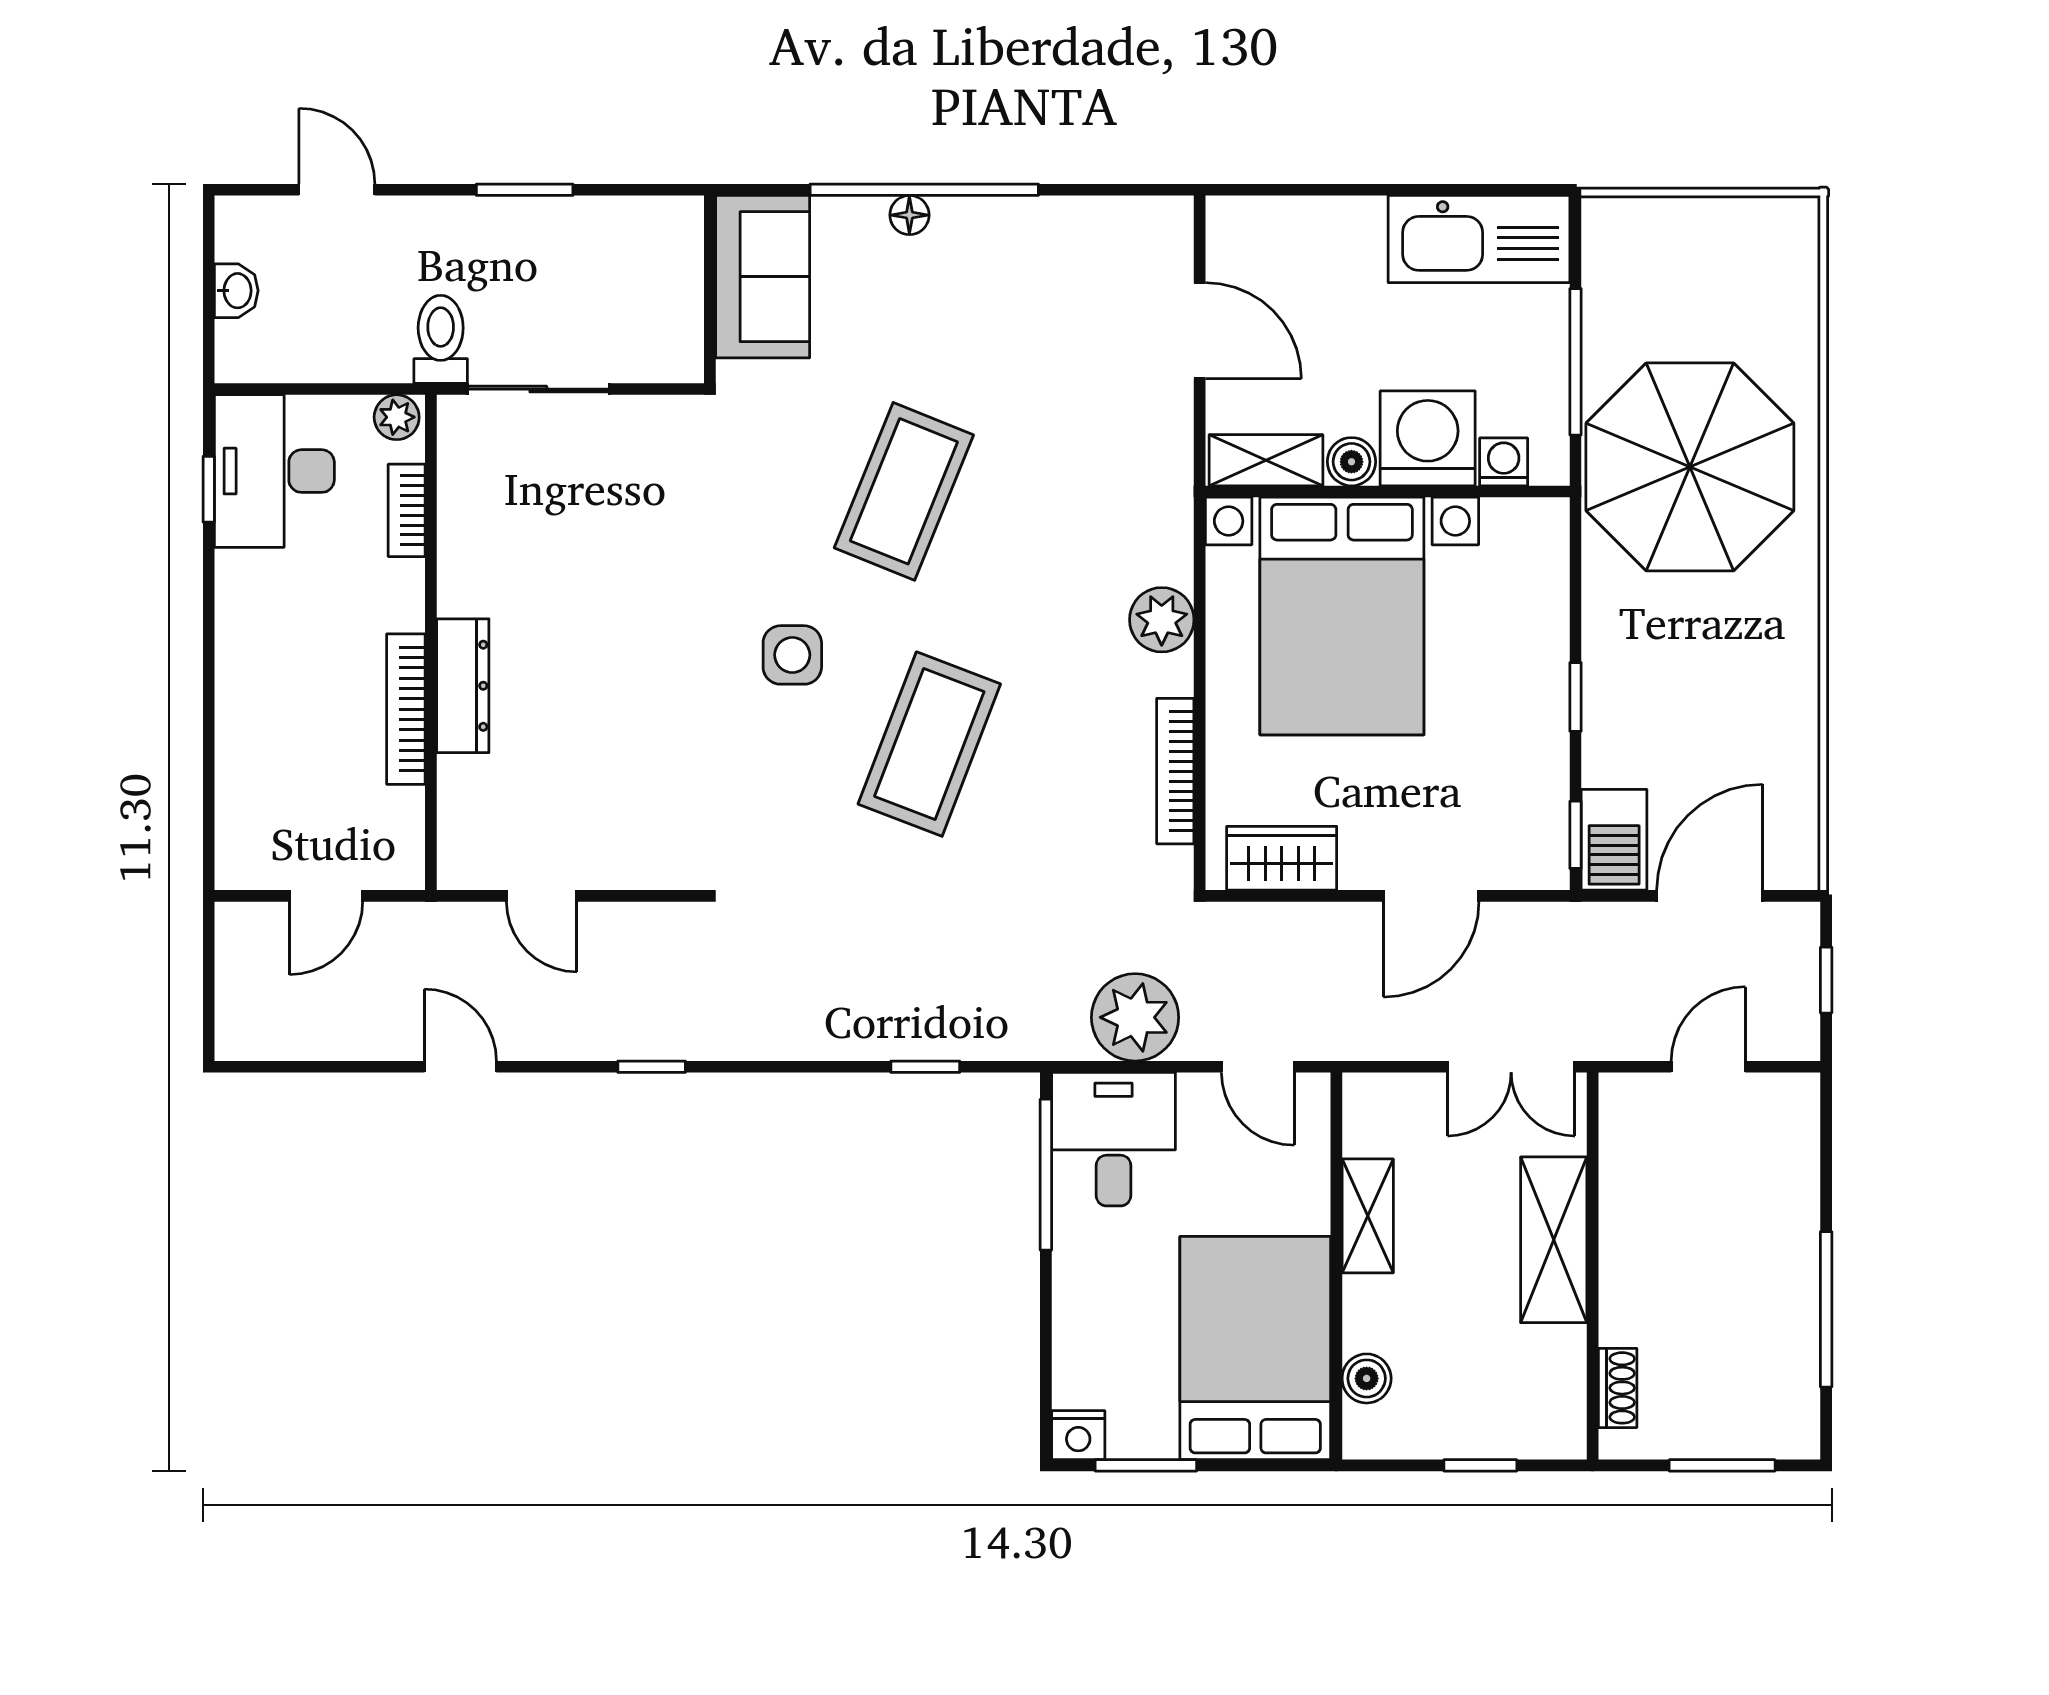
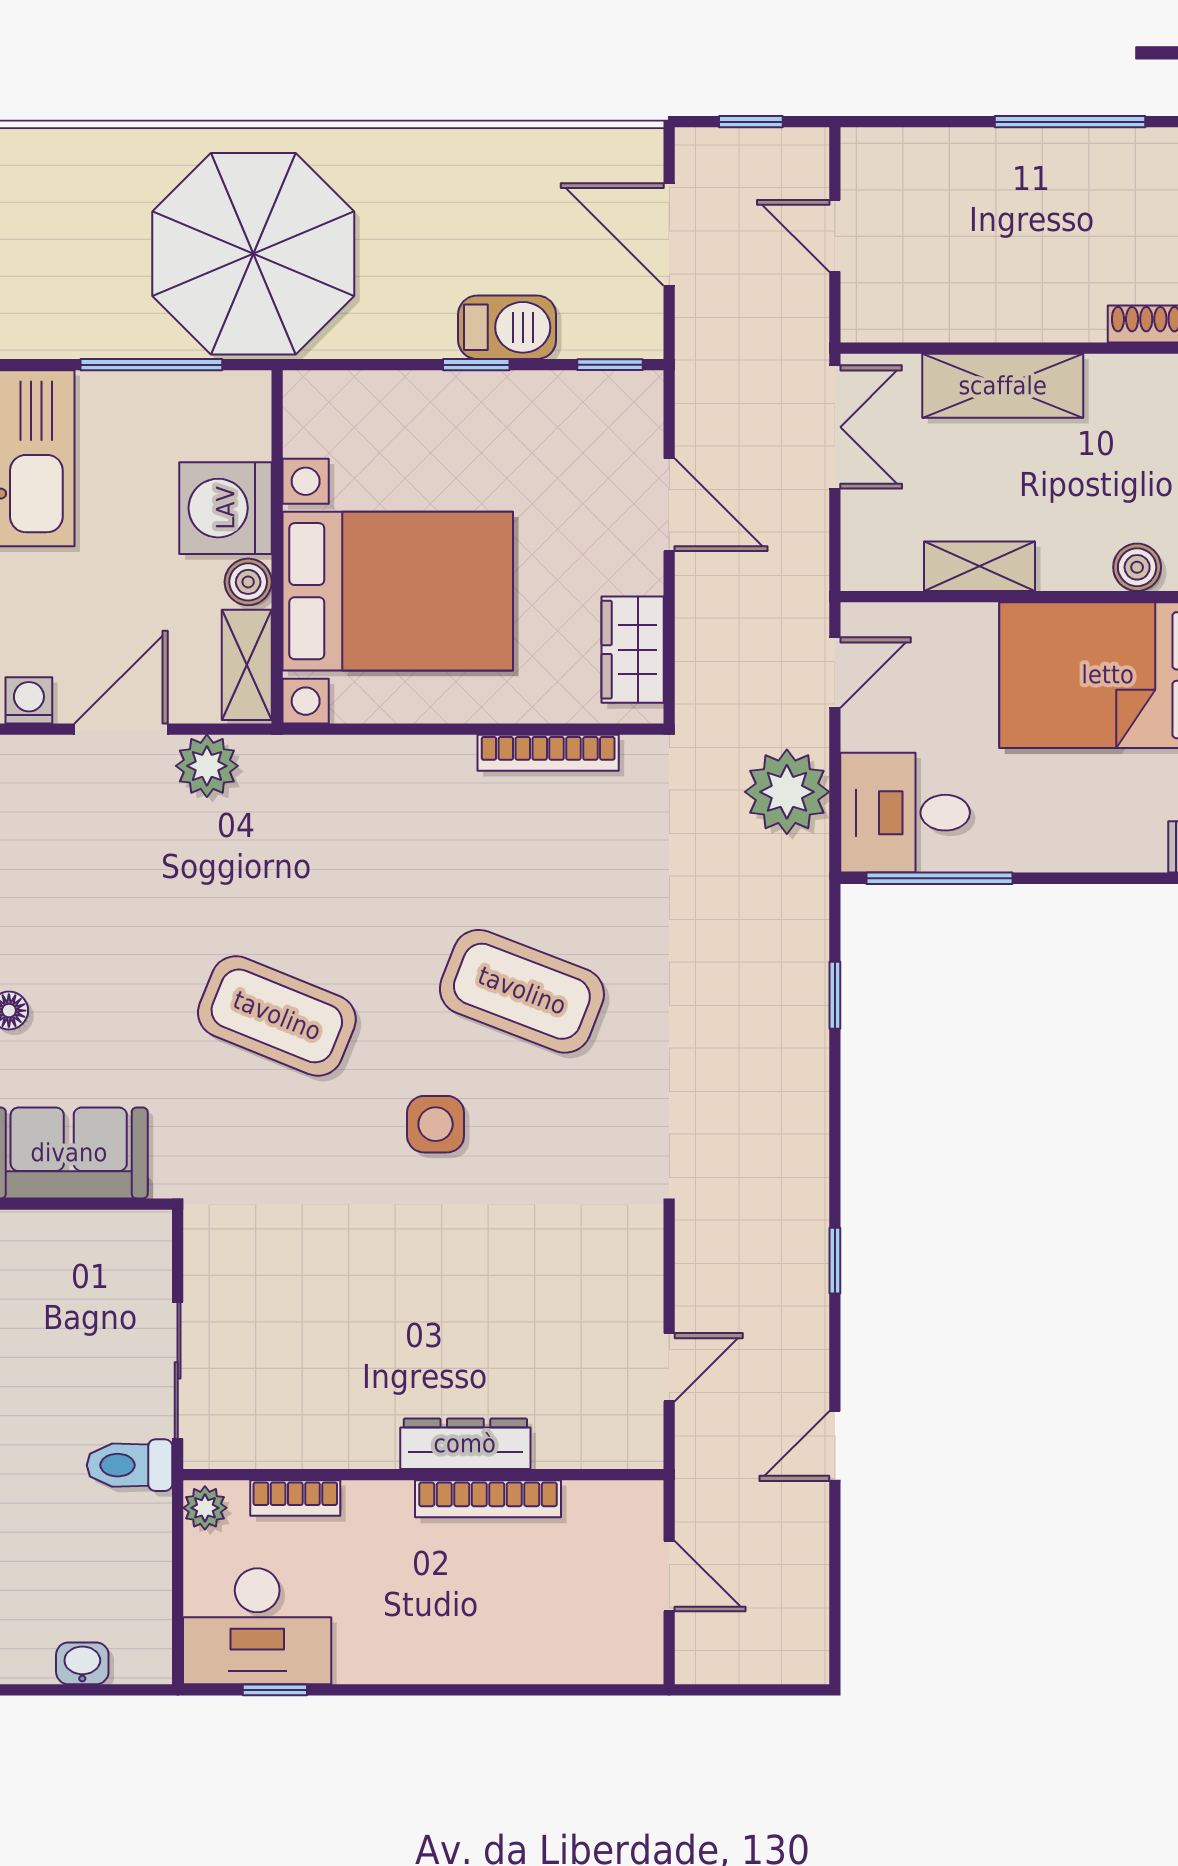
washing machine: (1504, 462) -> (29, 700), moved, turned 90
plant: (1162, 620) -> (207, 766), moved
barbecue: (1614, 840) -> (507, 327), moved

